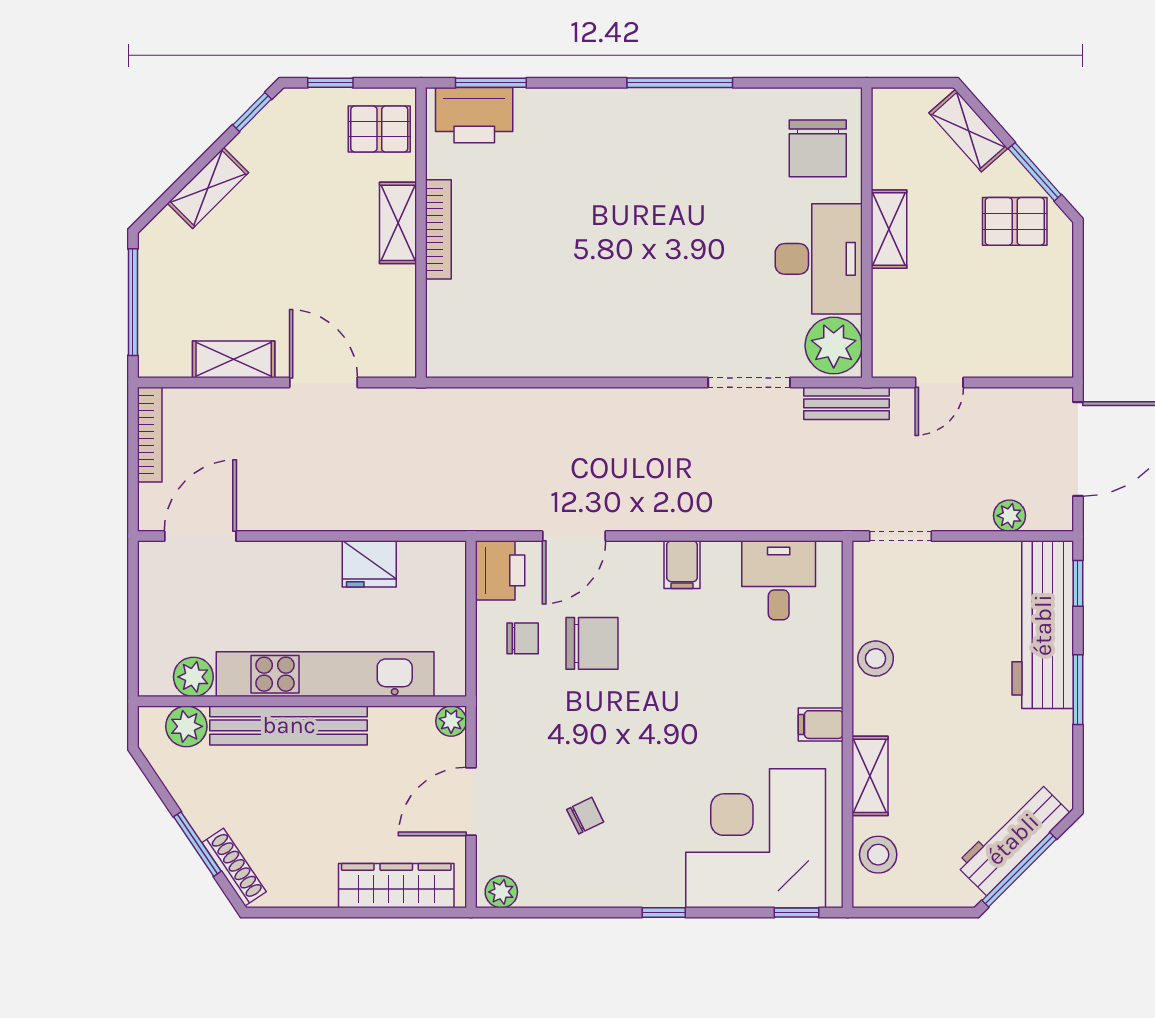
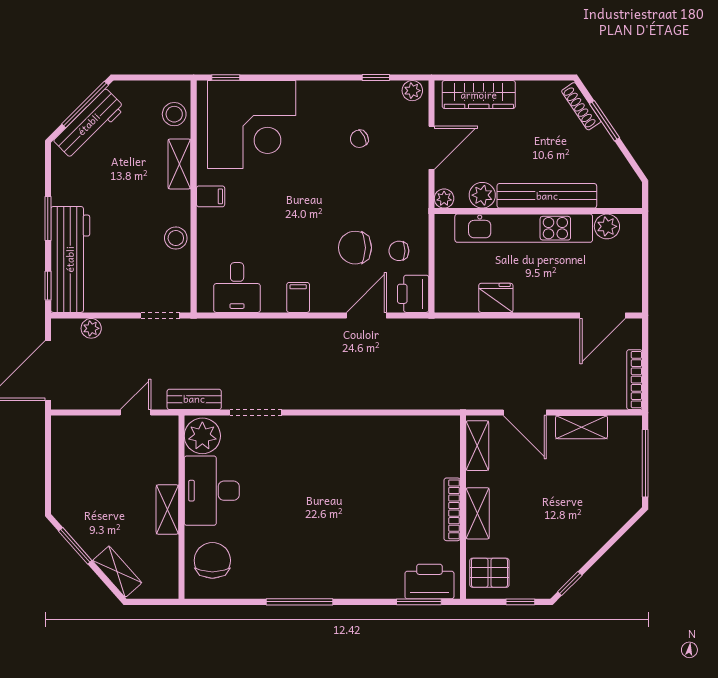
shelving: (208, 188) -> (477, 446), moved, turned -45
pallet: (1015, 221) -> (88, 514), removed
plant: (186, 726) -> (482, 195), moved
window: (664, 913) -> (376, 78), moved

